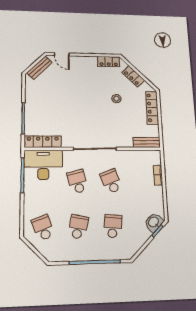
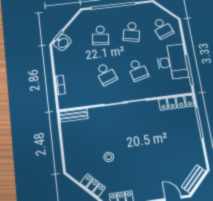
locker: (152, 108) -> (70, 153), removed
desk: (43, 165) -> (172, 62), moved, turned -90

